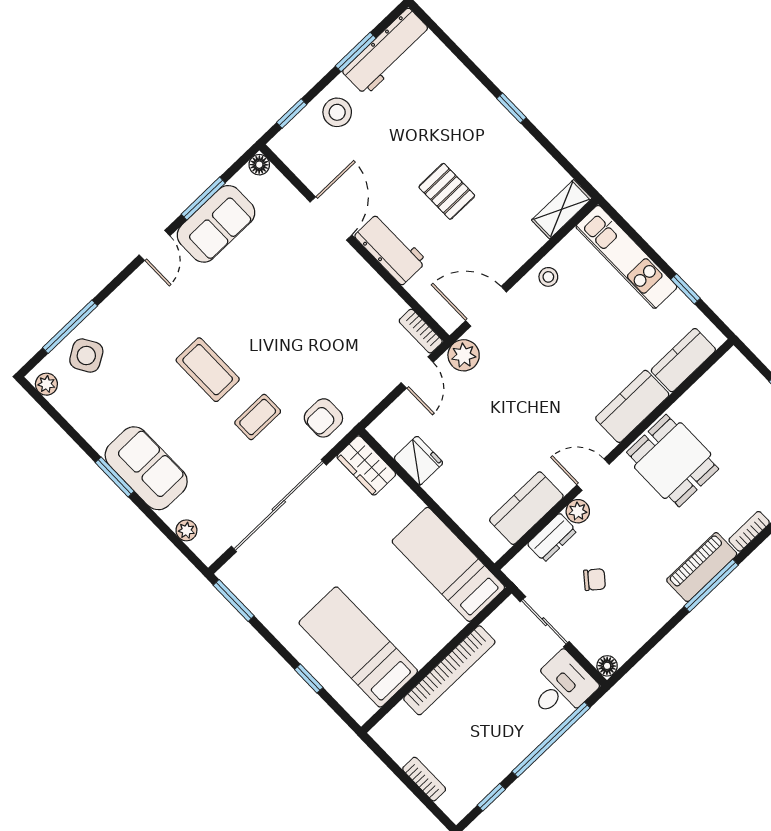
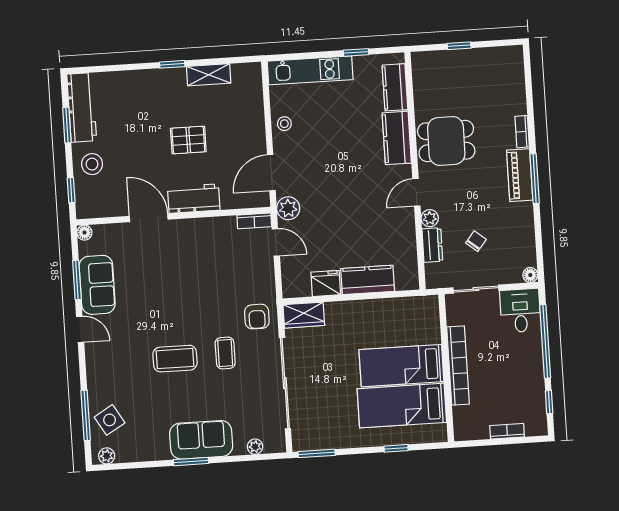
shelving: (562, 209) -> (209, 75), moved, turned 90
kitchen counter: (526, 508) -> (368, 280), moved, turned 90
bed: (448, 564) -> (401, 366), moved

